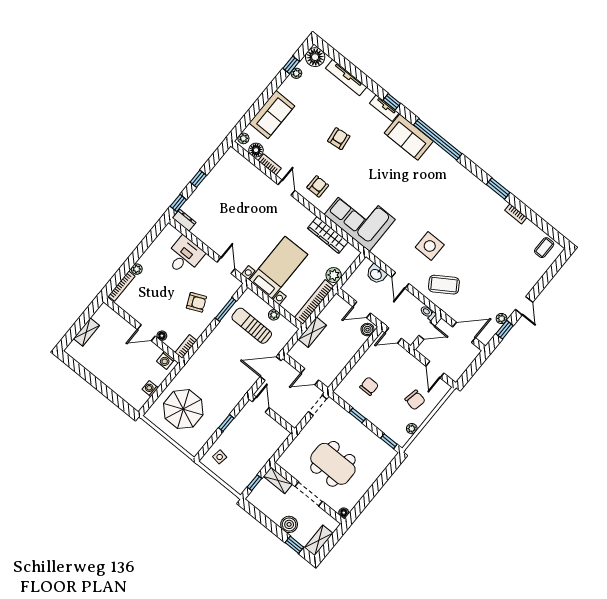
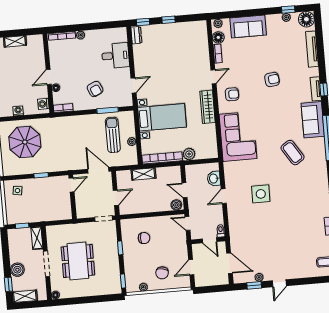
wardrobe: (328, 235) -> (207, 107), moved
coffee table: (444, 285) -> (293, 153), moved
door: (146, 333) -> (49, 77), hinge flipped
door: (310, 377) -> (116, 198), swing flipped

